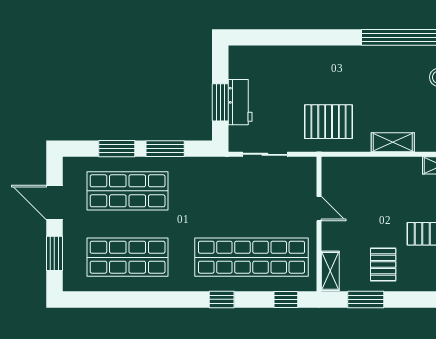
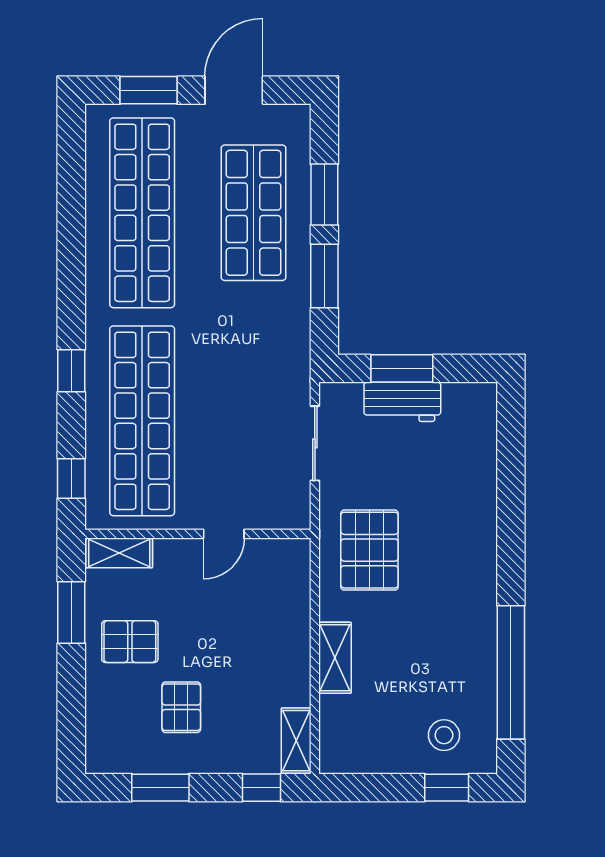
shop shelf: (128, 257) -> (142, 213), width x1.40

